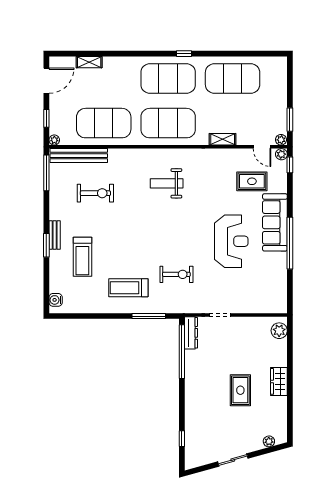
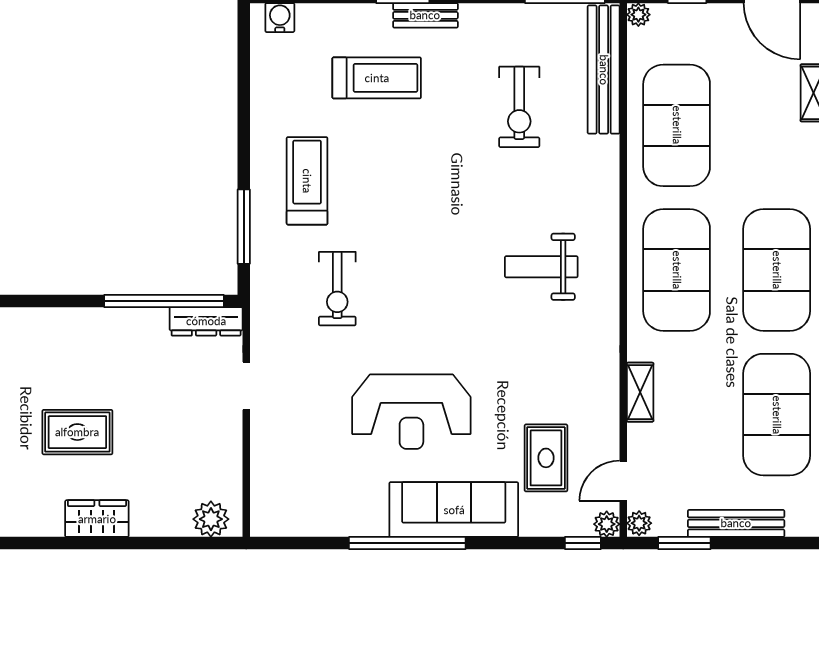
bench: (281, 97) -> (736, 523), added
weight bench: (167, 183) -> (541, 267), turned -90
treadmill: (82, 257) -> (377, 78), turned 180

